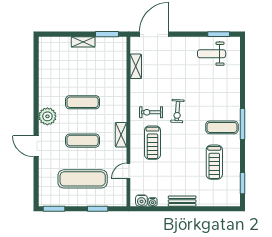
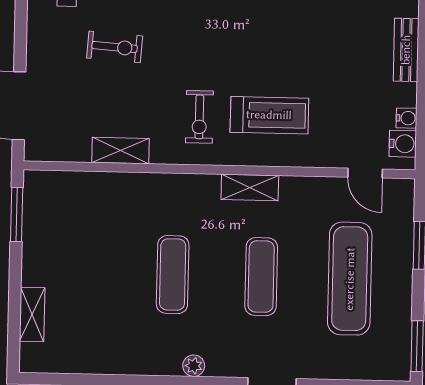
shelving: (83, 42) -> (32, 314), moved
shelving: (136, 66) -> (121, 151), moved
exercise bike: (177, 111) -> (115, 47), moved
plant: (47, 116) -> (194, 366), width x0.53, depth x0.53
door: (128, 171) -> (365, 173), moved

